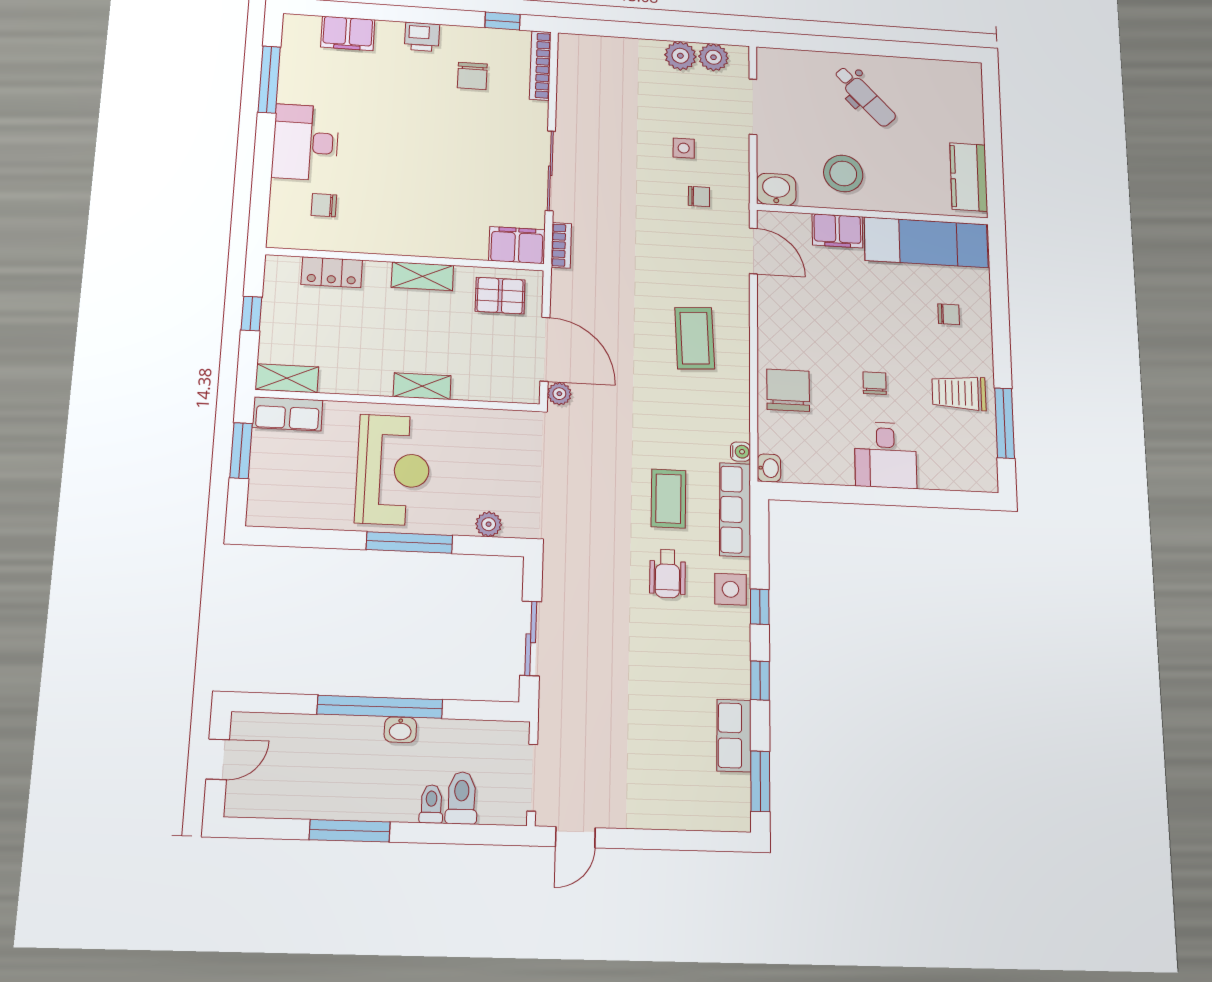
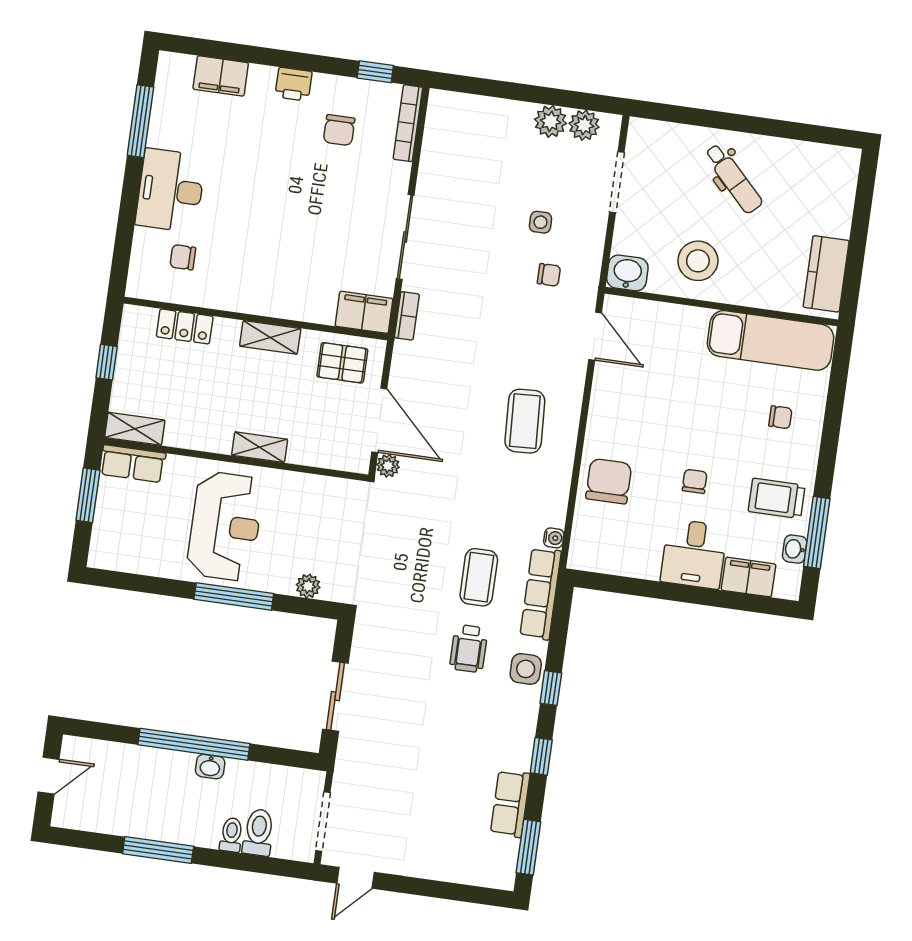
filing cabinet: (837, 231) -> (748, 577), moved, turned 180
washbasin: (769, 468) -> (795, 549), moved, turned 180

